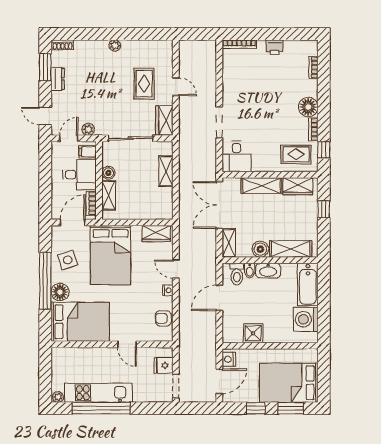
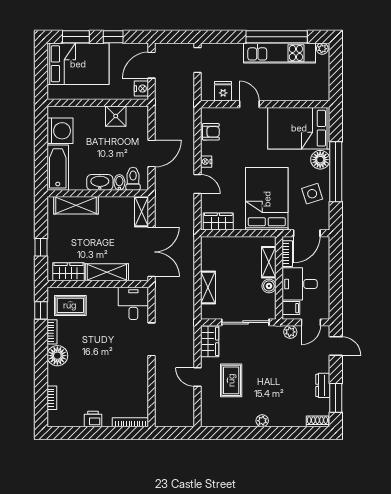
boiler: (260, 249) -> (108, 205), removed
fridge: (164, 365) -> (223, 91), moved, turned -90

